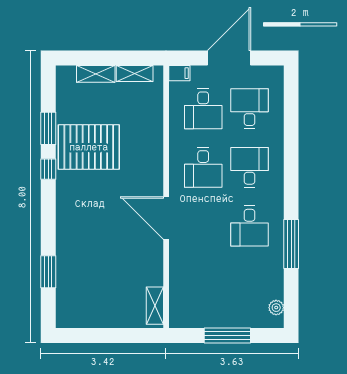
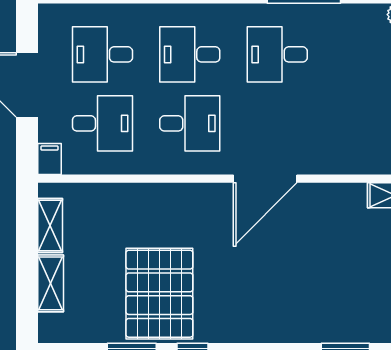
desk: (249, 226) -> (277, 54), turned 180

